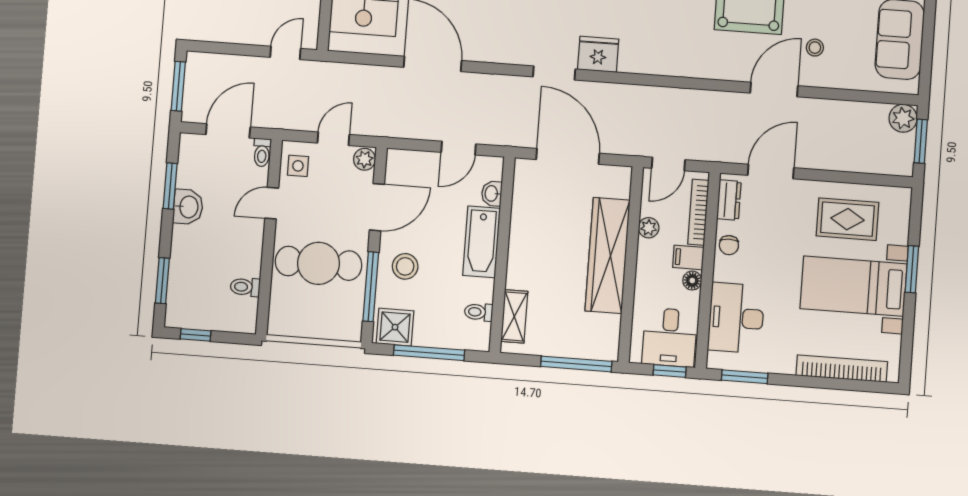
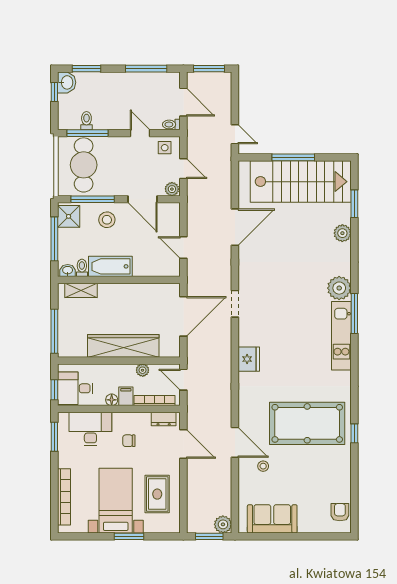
fridge: (598, 54) -> (249, 359), moved
window: (170, 186) -> (146, 69), width x1.44
washbasin: (492, 194) -> (68, 270), moved
washbasin: (188, 207) -> (67, 82), moved, turned -90
bathtub: (482, 242) -> (110, 266), moved
chair: (729, 245) -> (129, 441), moved
cafe table: (319, 263) -> (84, 165), moved
window: (265, 287) -> (87, 133), added

